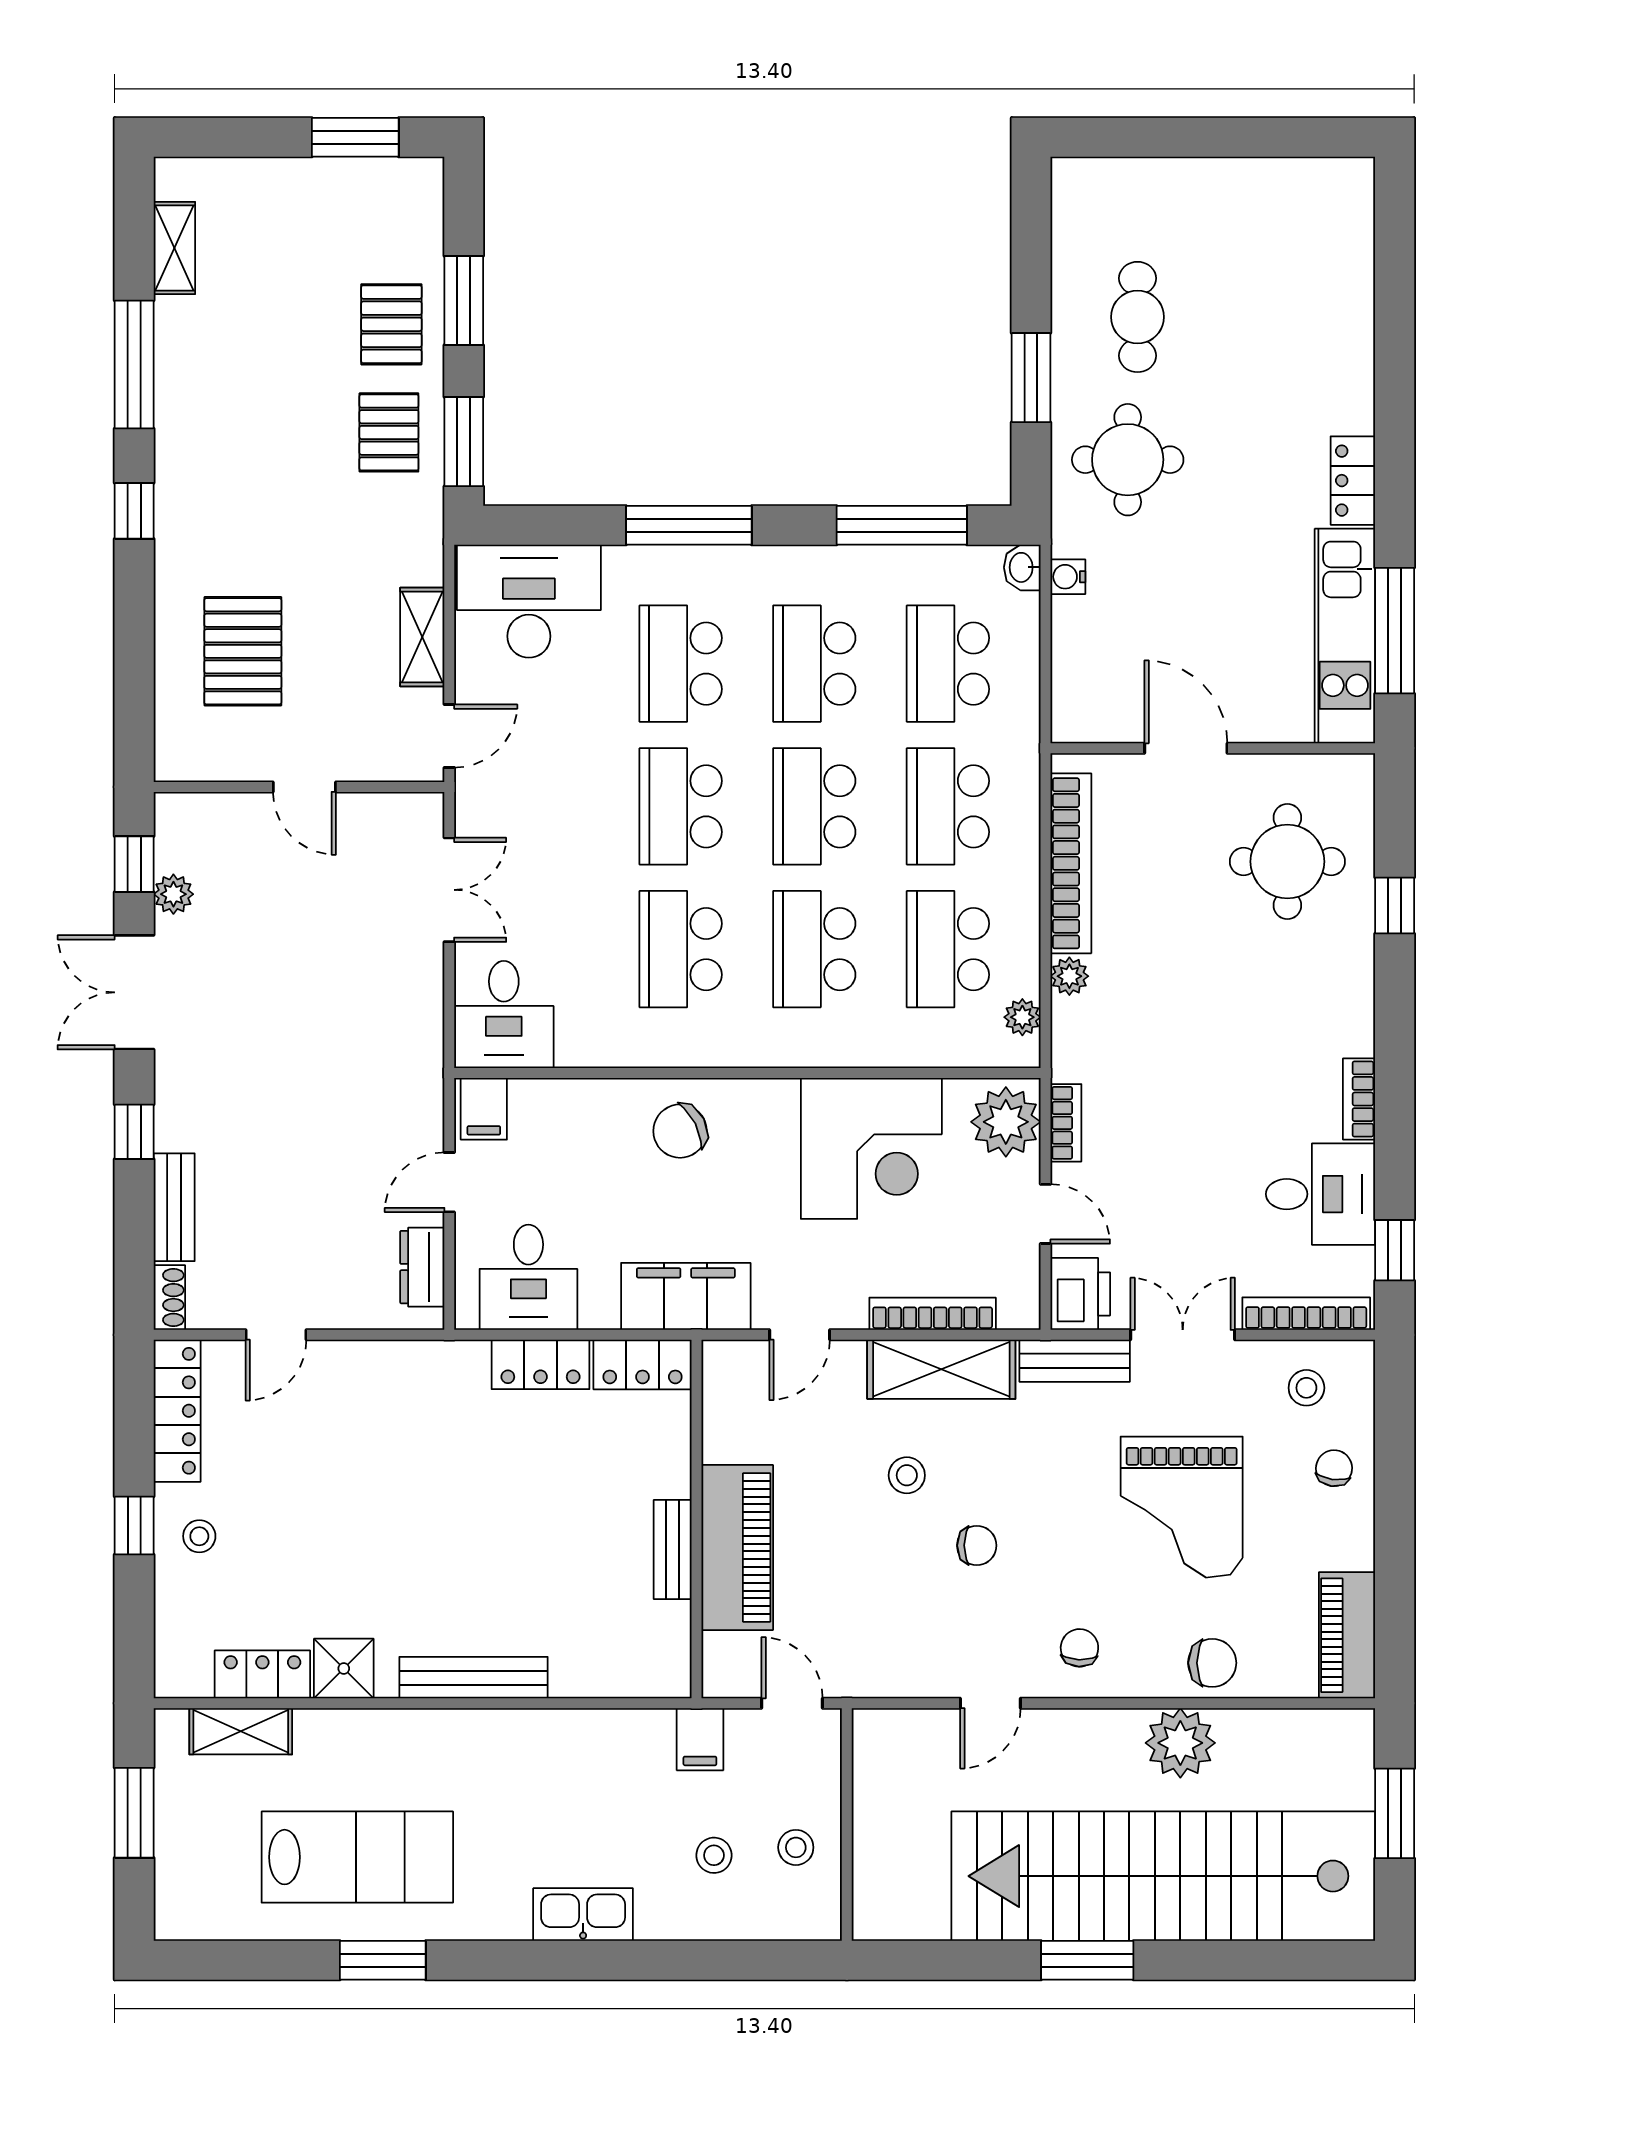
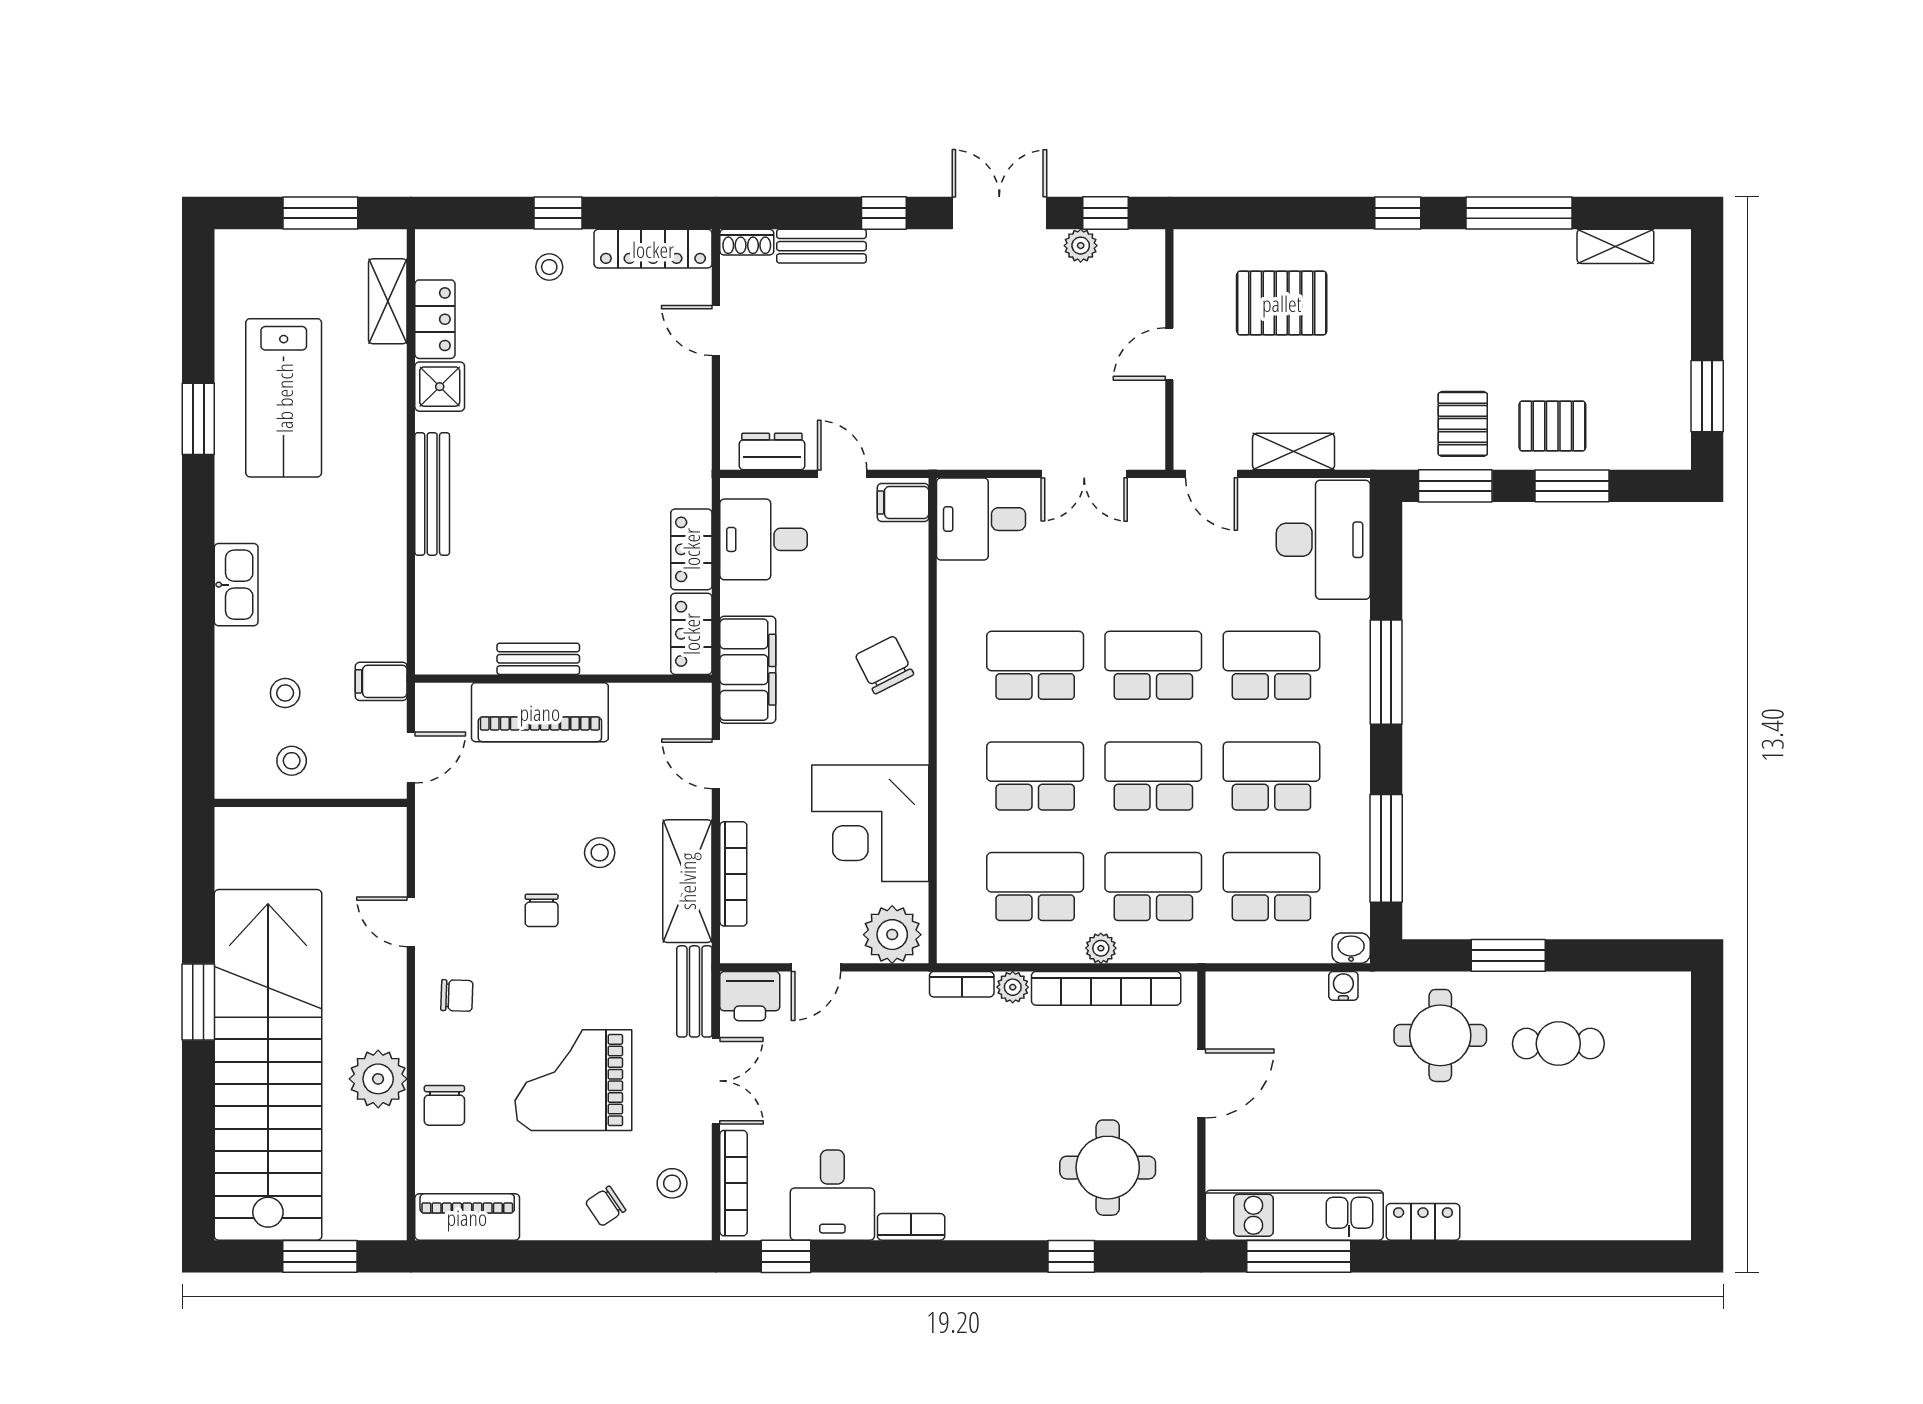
pallet: (389, 432) -> (1463, 424), turned 90
plant: (1022, 1017) -> (1101, 948), moved
bookcase: (1066, 1123) -> (962, 984), moved
chair: (1334, 1468) -> (606, 1206), turned 138

